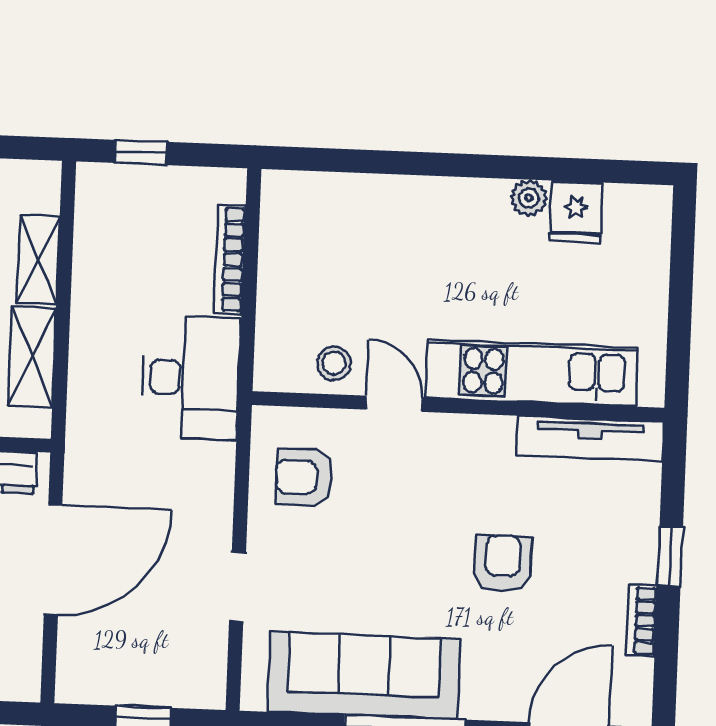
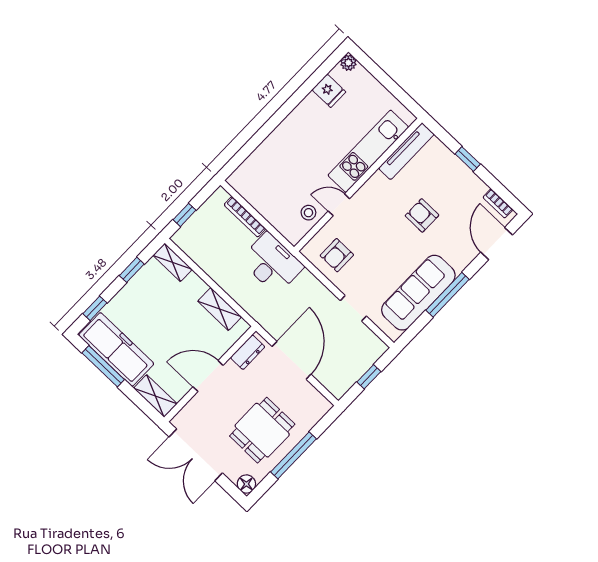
plant: (529, 198) -> (348, 63), moved
shelving: (38, 260) -> (173, 262), moved
bookcase: (642, 621) -> (498, 203), moved

